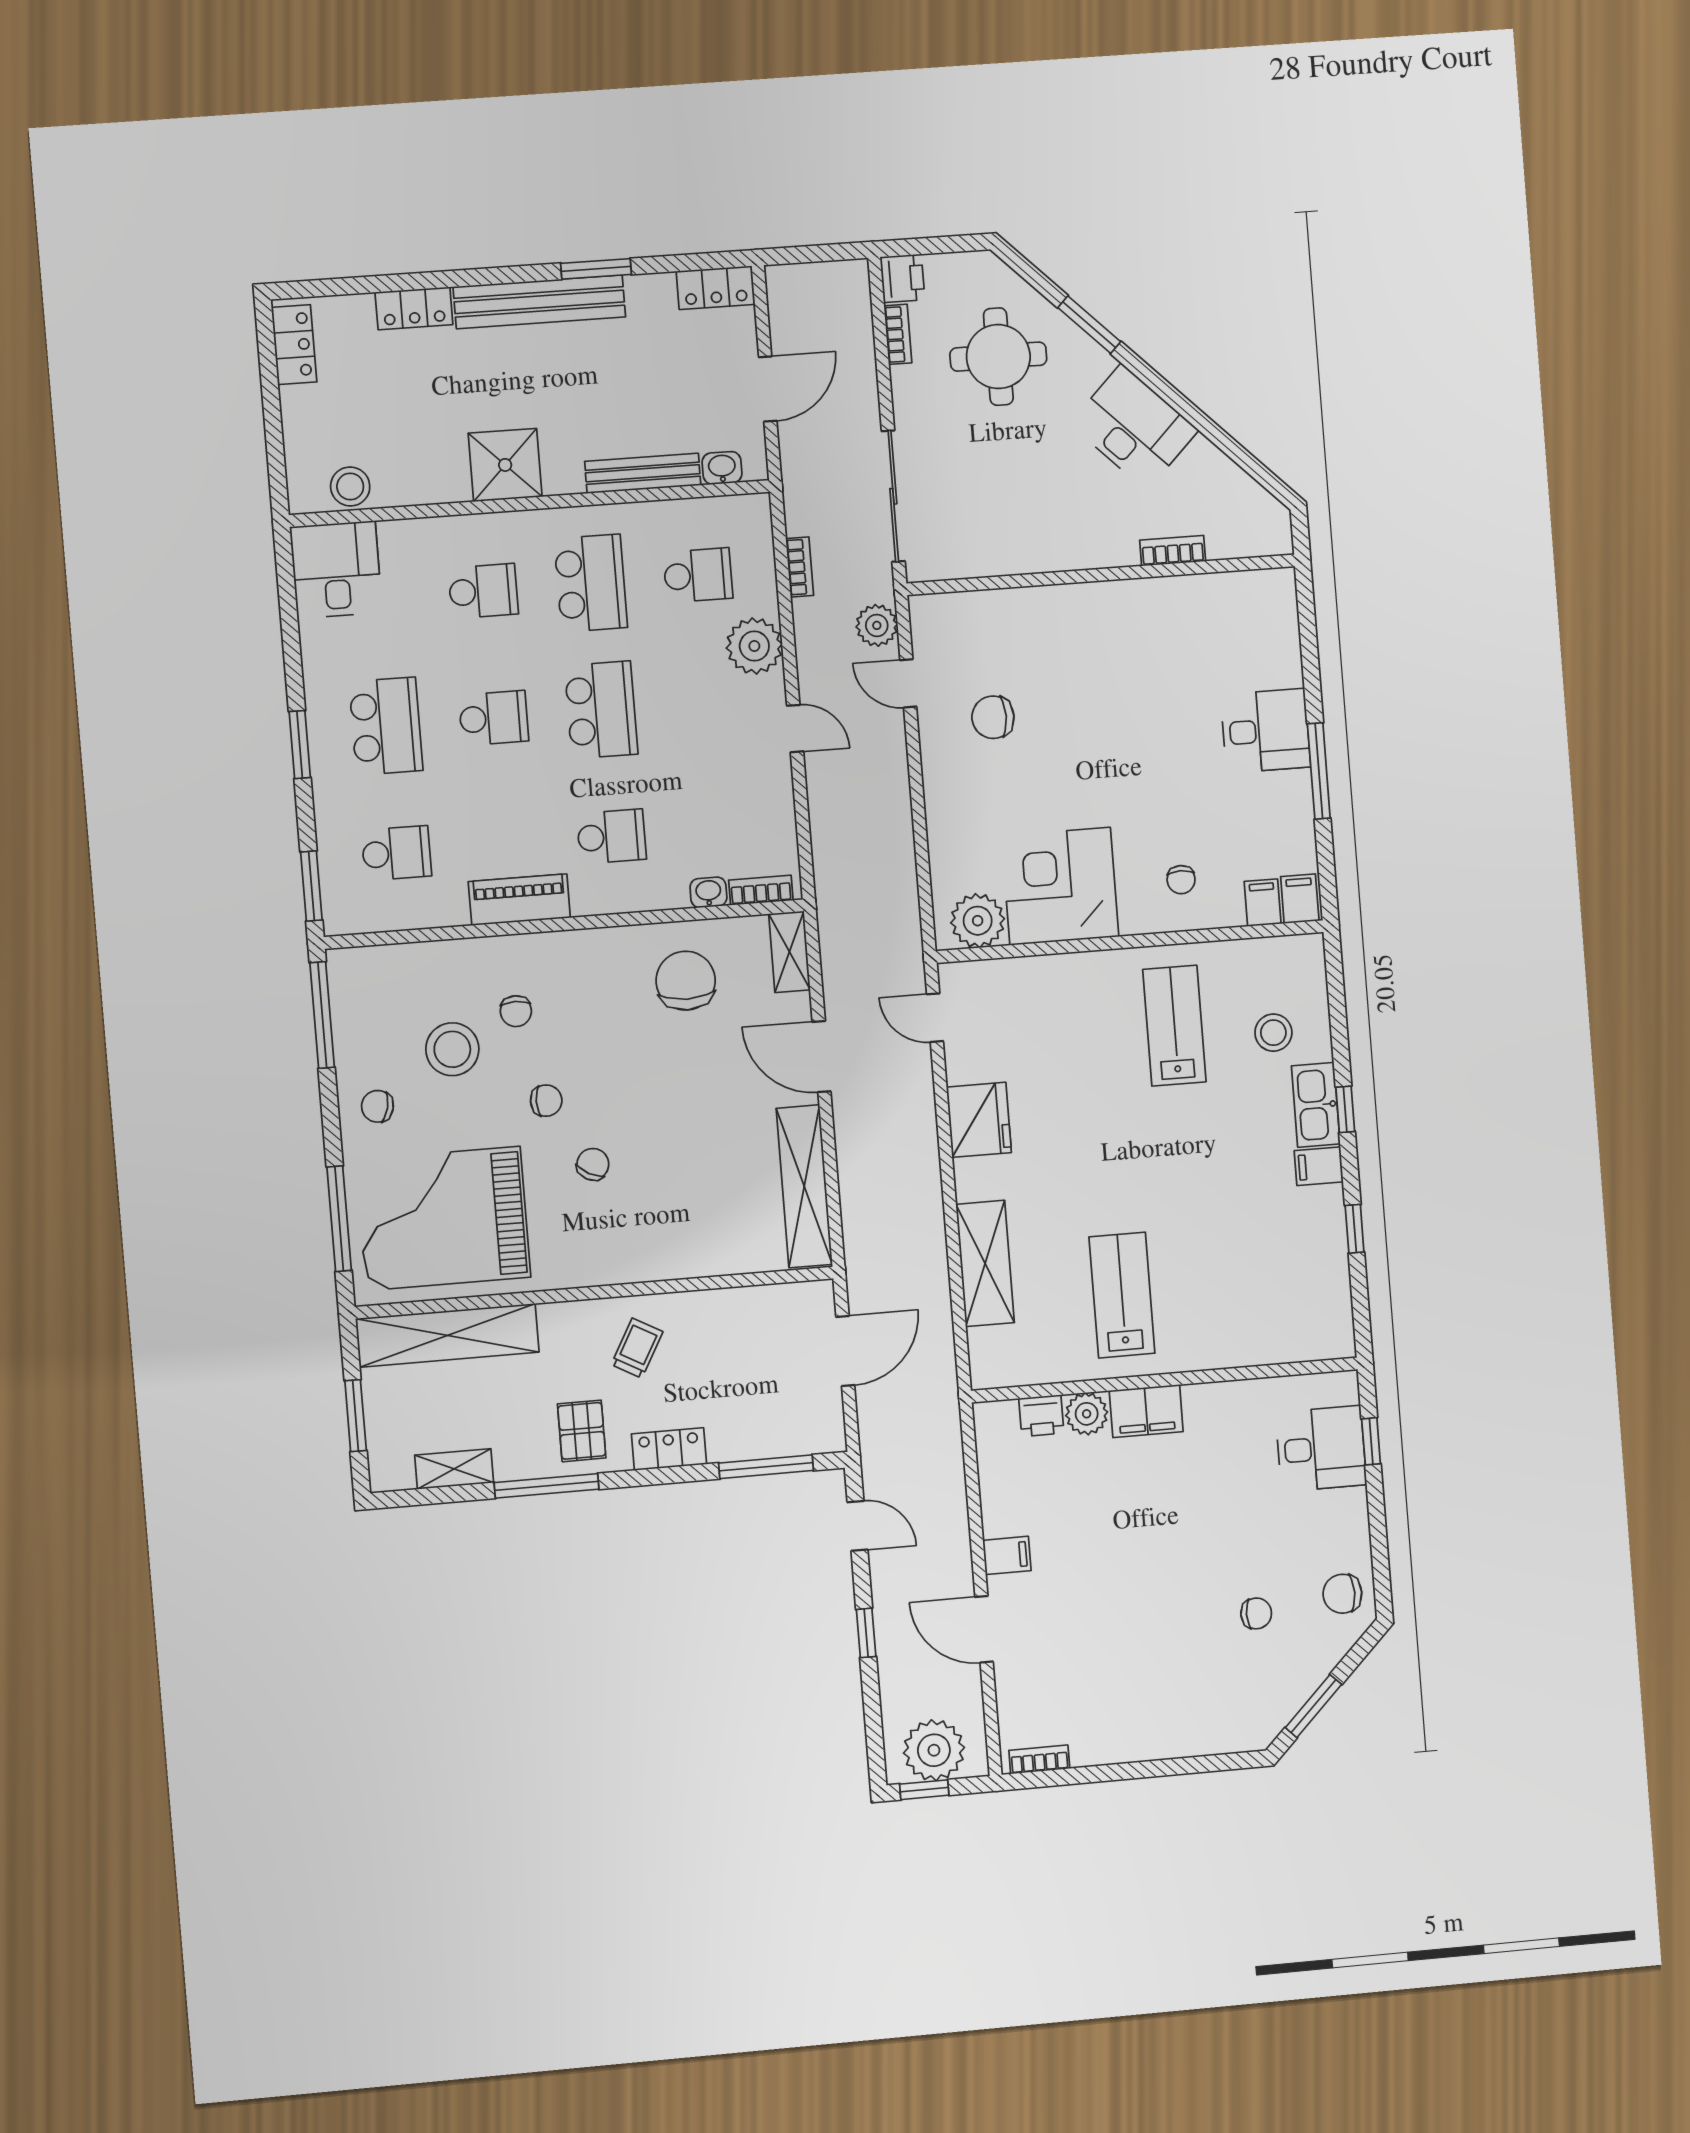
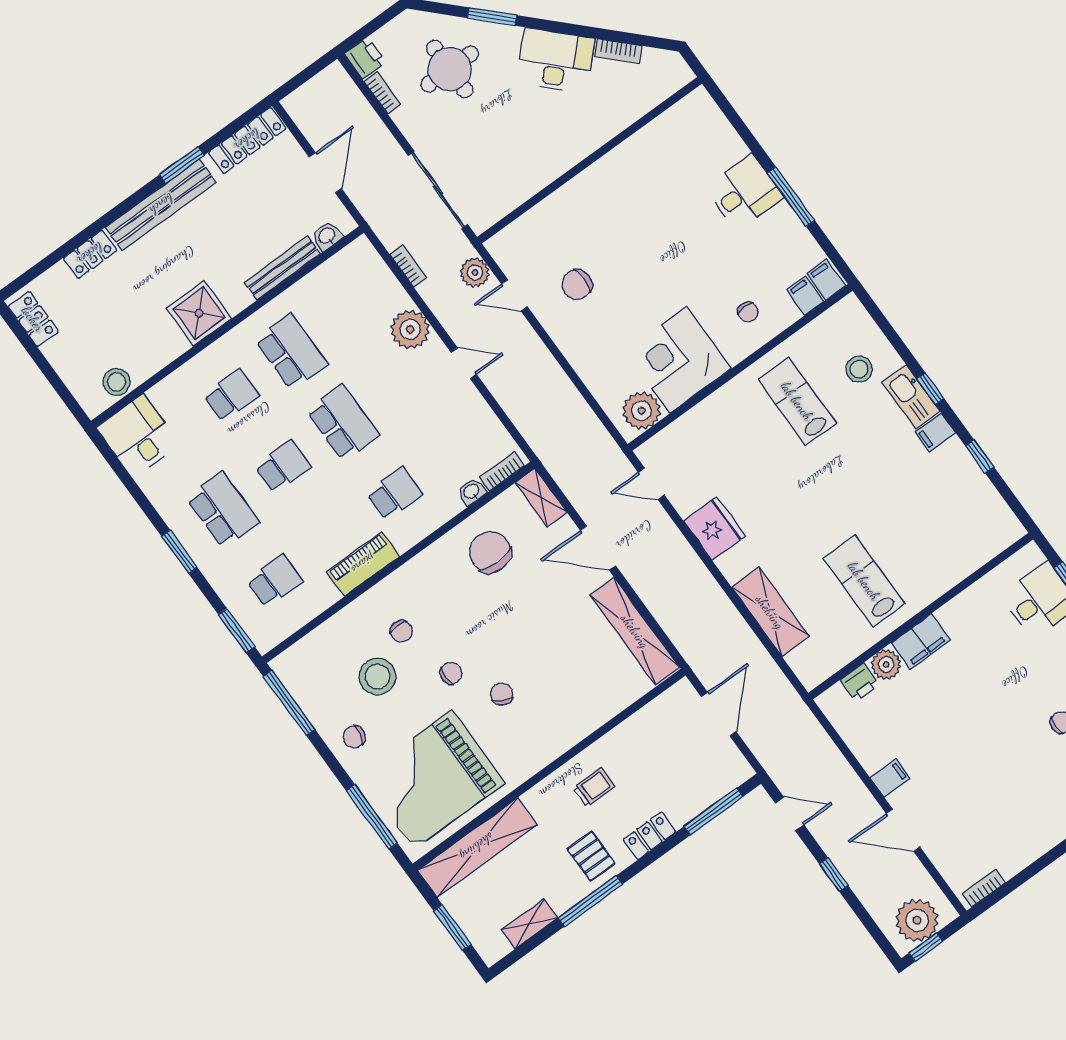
locker: (716, 288) -> (247, 140), width x1.53
bookcase: (1173, 551) -> (618, 51), moved, turned -135
school desk: (698, 575) -> (351, 308), removed
trolley: (637, 1348) -> (594, 787), turned 61

